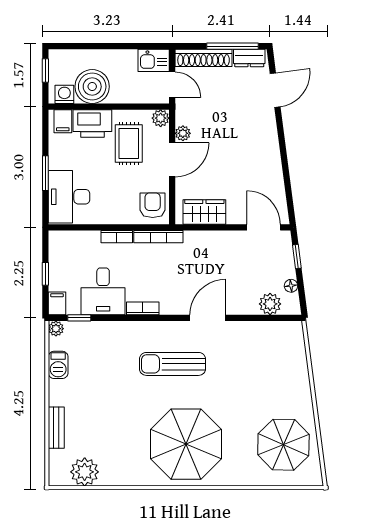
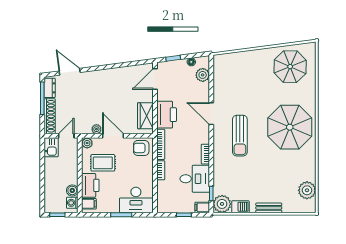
boiler: (92, 87) -> (72, 190), width x0.54, depth x0.54
printer: (206, 246) -> (167, 115), added
plant: (56, 329) -> (222, 204), width x1.88, depth x1.88
bench: (56, 428) -> (269, 208), moved

